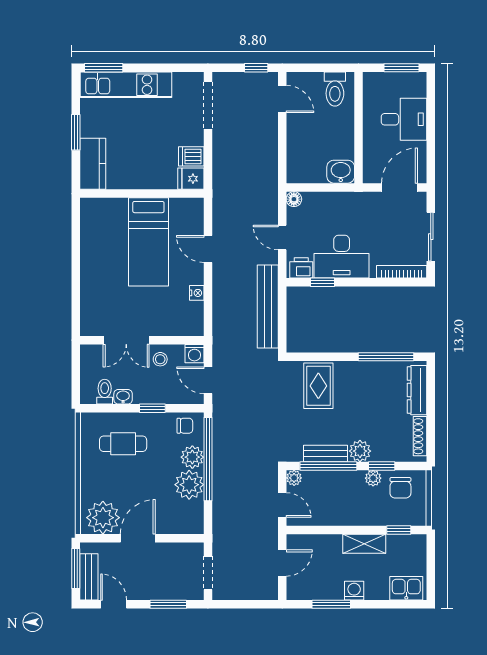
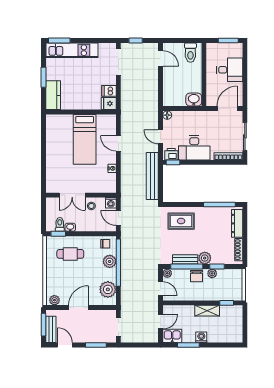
window: (256, 68) -> (136, 41), moved
window: (323, 282) -> (173, 162), moved
rug: (318, 386) -> (181, 221), turned 90
window: (152, 408) -> (58, 234), moved
plant: (189, 485) -> (108, 289), moved
chair: (400, 488) -> (197, 276), moved
plant: (103, 518) -> (54, 300), width x0.53, depth x0.53
kitchen sink: (406, 588) -> (172, 336), moved

